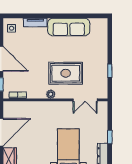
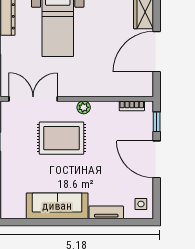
double door: (85, 100) -> (33, 99), width x1.37

